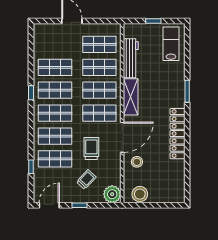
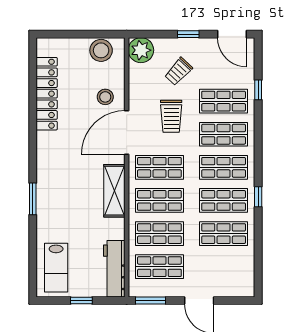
window: (106, 21) -> (150, 301), added
workbench: (131, 58) -> (114, 269), moved
locker: (177, 134) -> (47, 94), moved
door: (49, 205) -> (232, 34), hinge flipped

